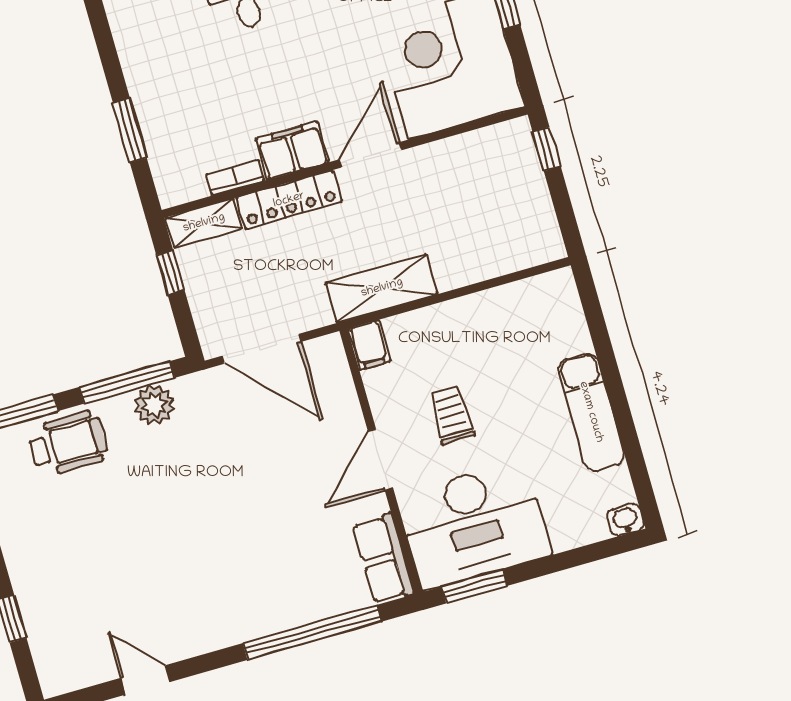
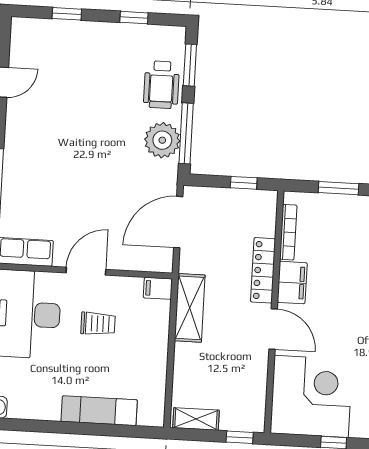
bookcase: (235, 178) -> (288, 232), width x1.56
shelving: (204, 223) -> (196, 419), moved, turned 90
plant: (154, 405) -> (162, 140), width x1.36, depth x1.36
exam couch: (591, 412) -> (99, 411), moved
door: (380, 460) -> (86, 271), hinge flipped

